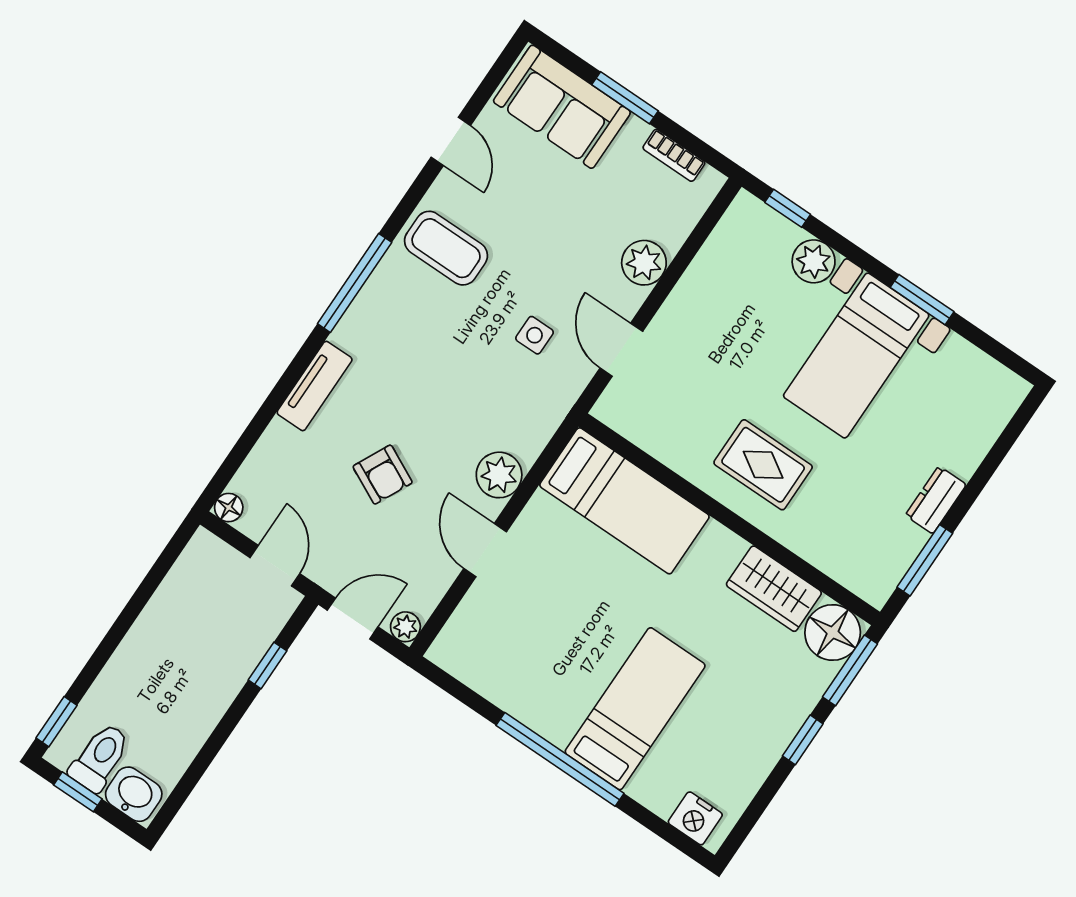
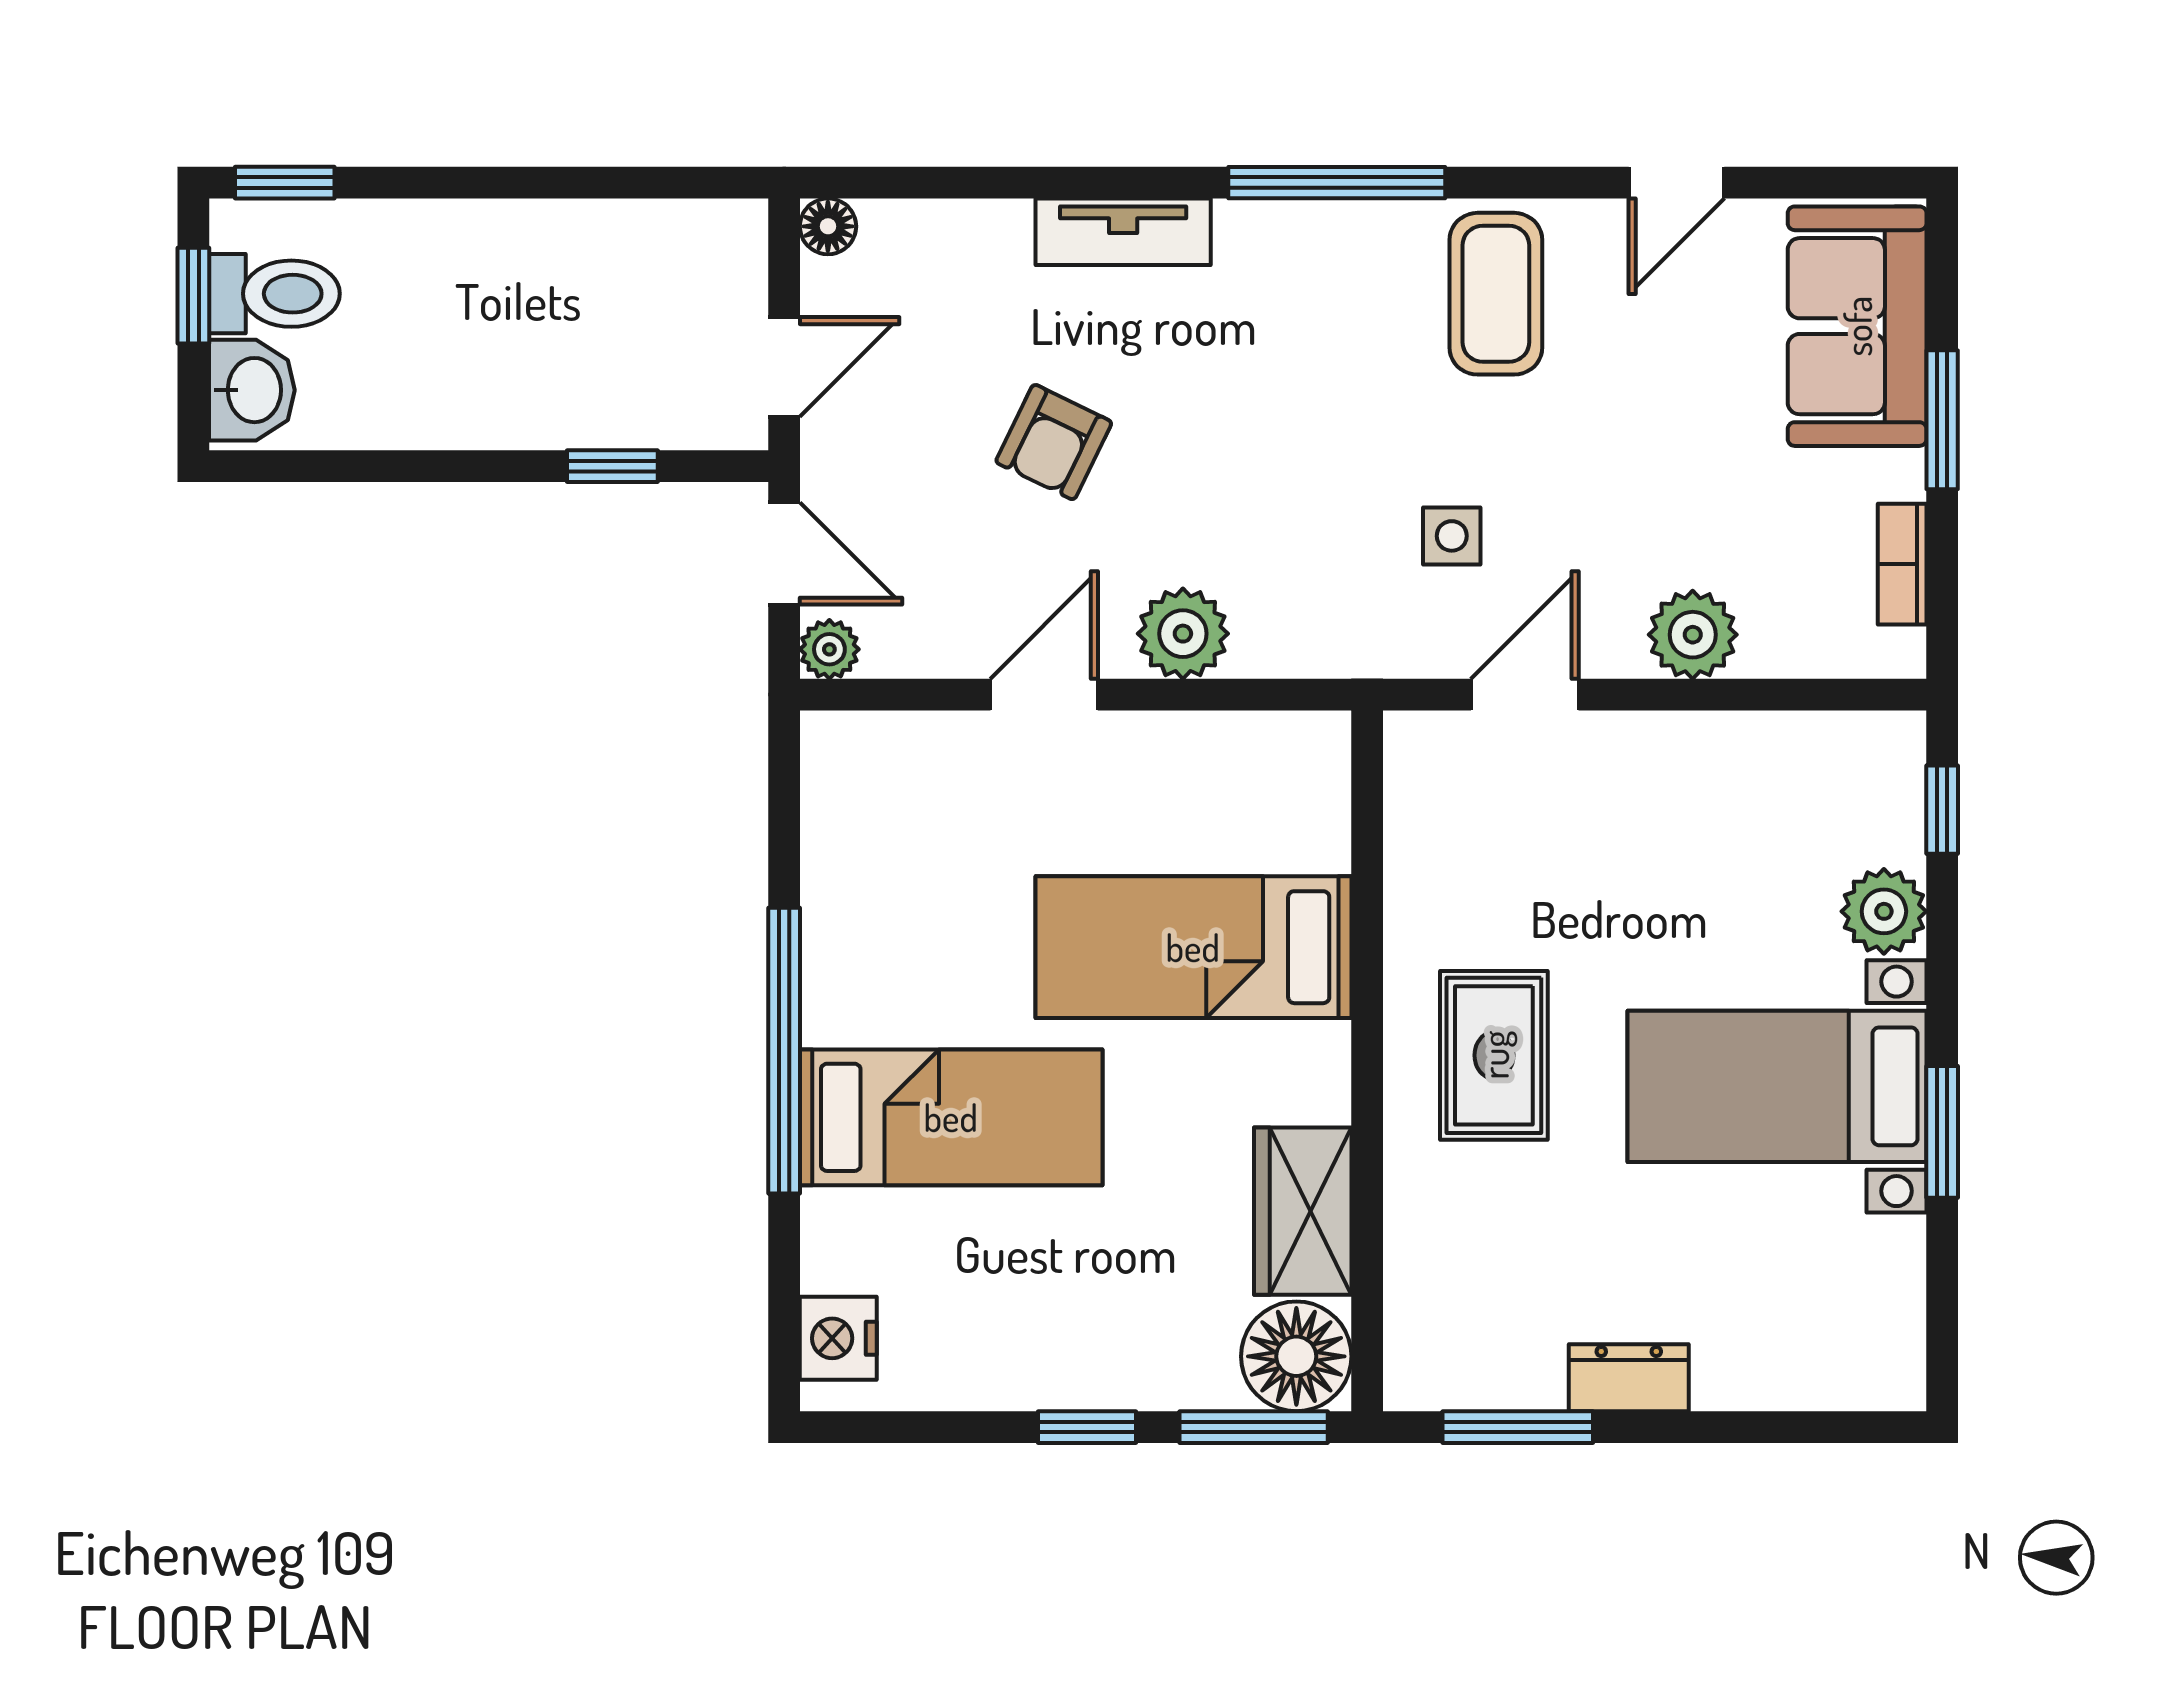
bed: (624, 501) -> (1193, 947), moved, turned 90

